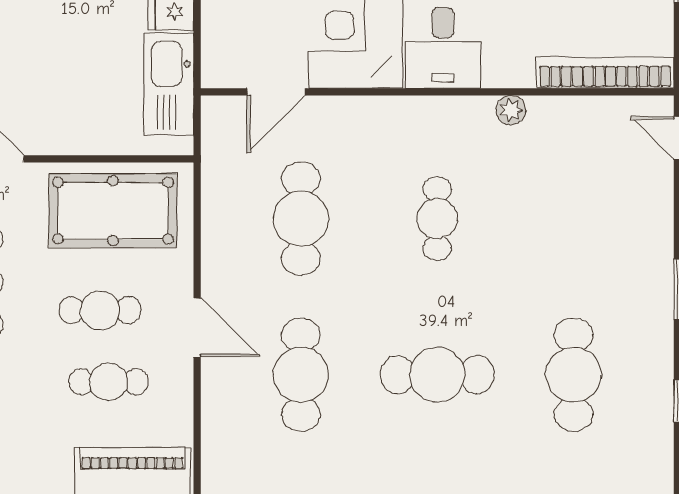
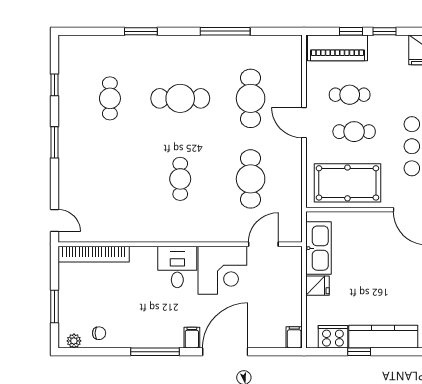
plant: (511, 110) -> (142, 235), removed
cafe table: (574, 375) -> (110, 98), width x0.73, depth x0.74

